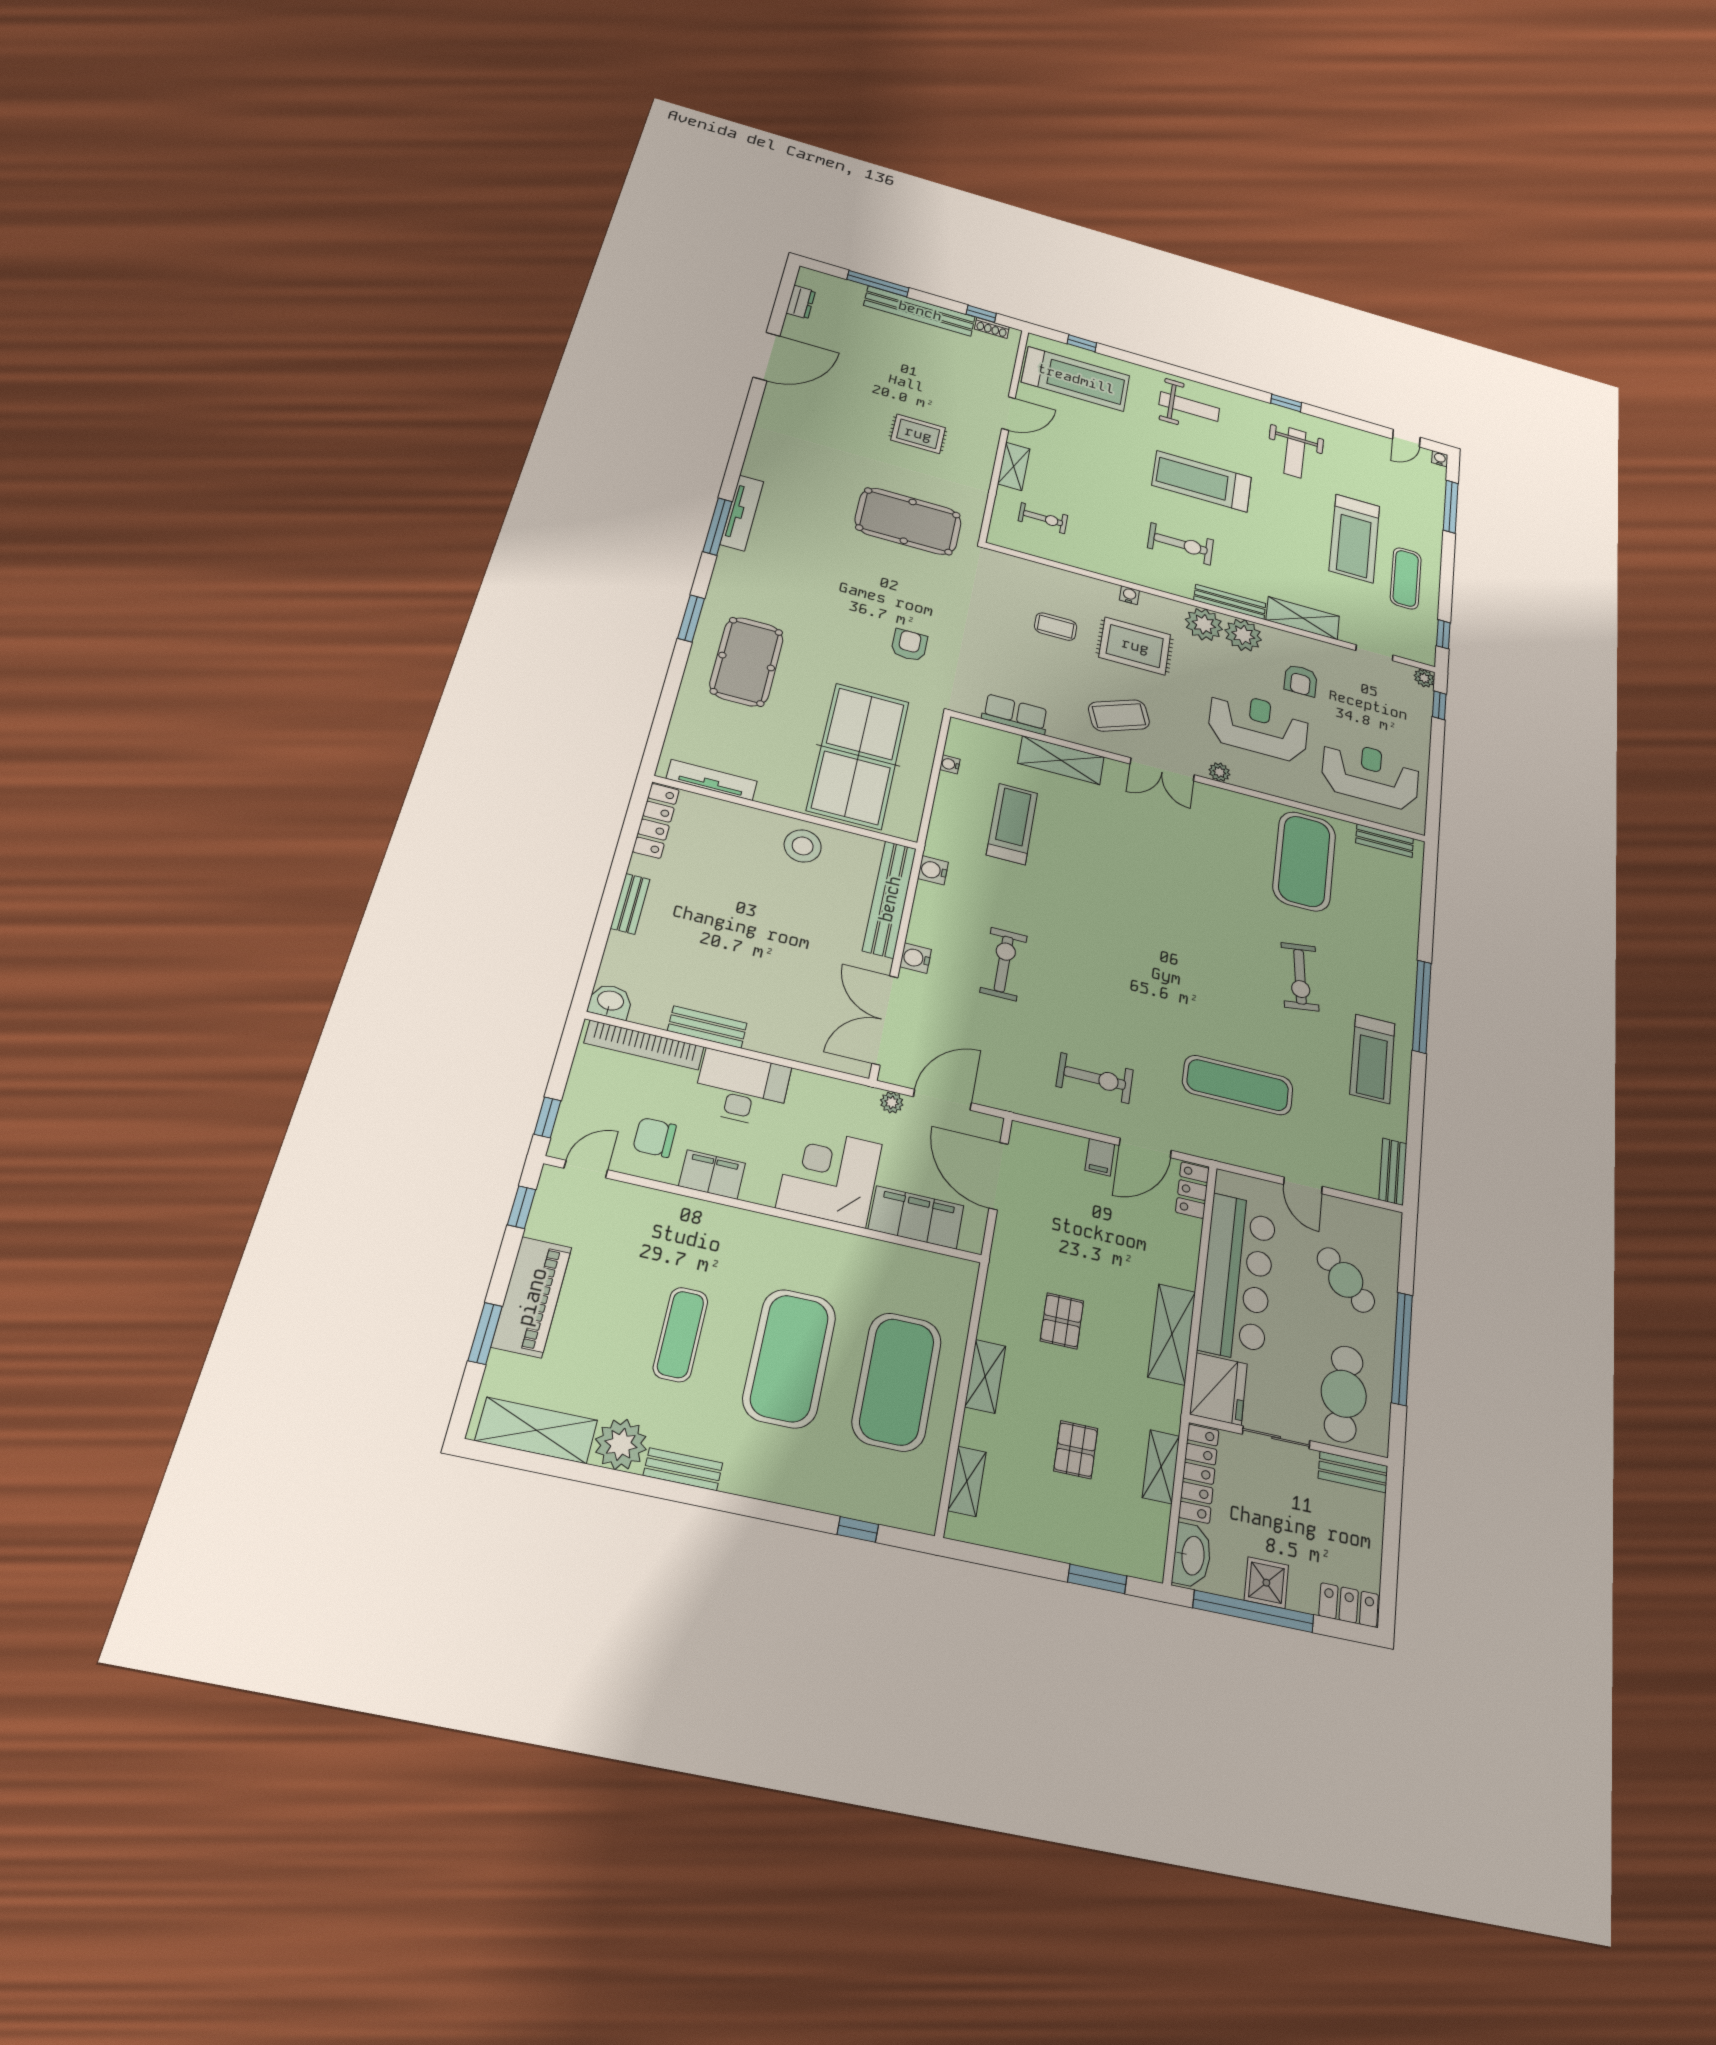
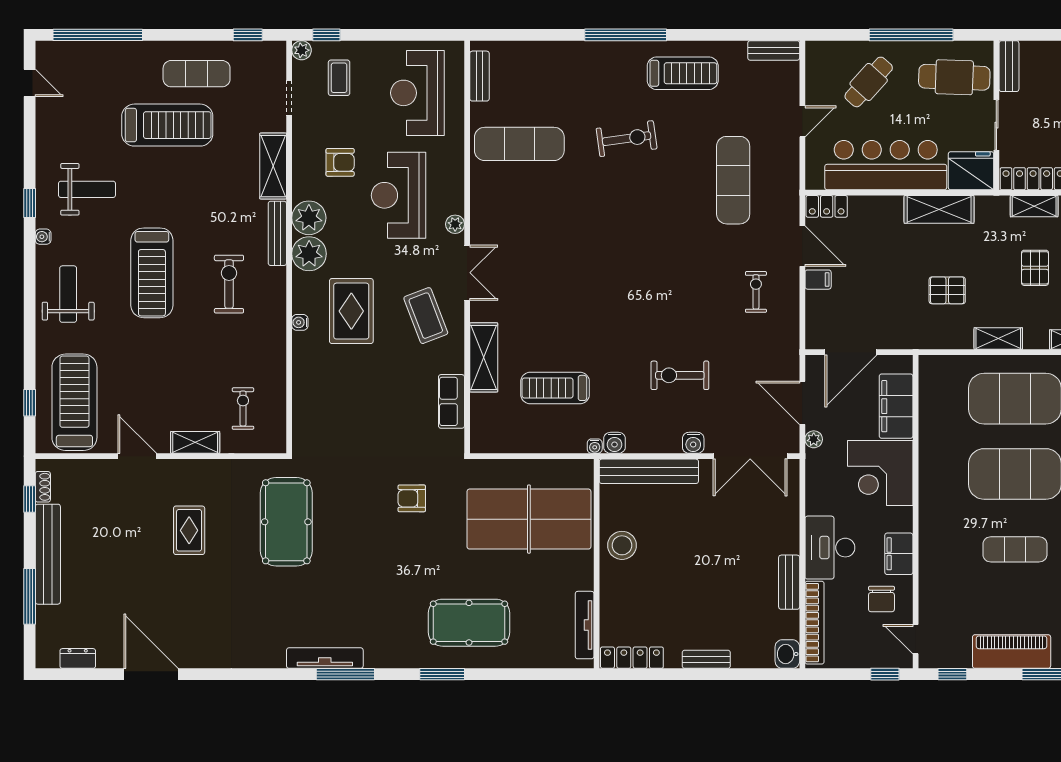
water cooler: (1440, 459) -> (43, 237), moved
window: (1451, 507) -> (98, 35), width x1.46
coffee table: (1056, 627) -> (339, 78), moved
water cooler: (950, 764) -> (595, 446), moved
exercise mat: (1304, 861) -> (519, 144), width x0.68
exercise bike: (1095, 1078) -> (756, 292), width x0.73, depth x0.72
pallet: (1076, 1450) -> (1035, 268), turned 90

